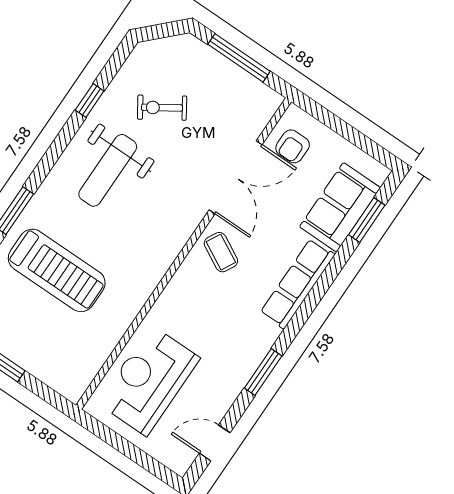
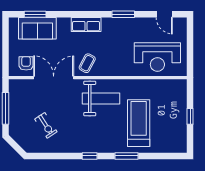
window: (90, 101) -> (90, 156), moved
armchair: (293, 146) -> (26, 63), turned -90
weight bench: (108, 170) -> (101, 98), moved
row of seats: (297, 284) -> (86, 24), width x0.68

